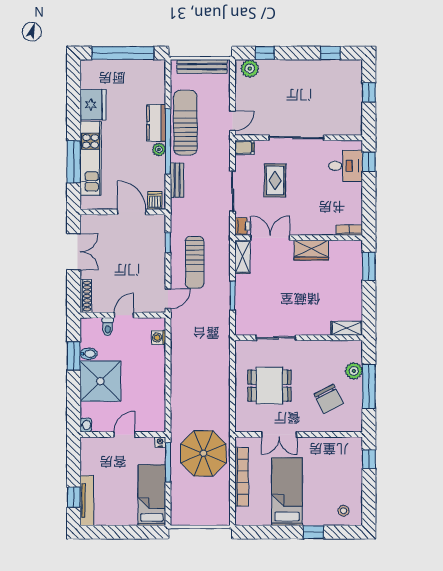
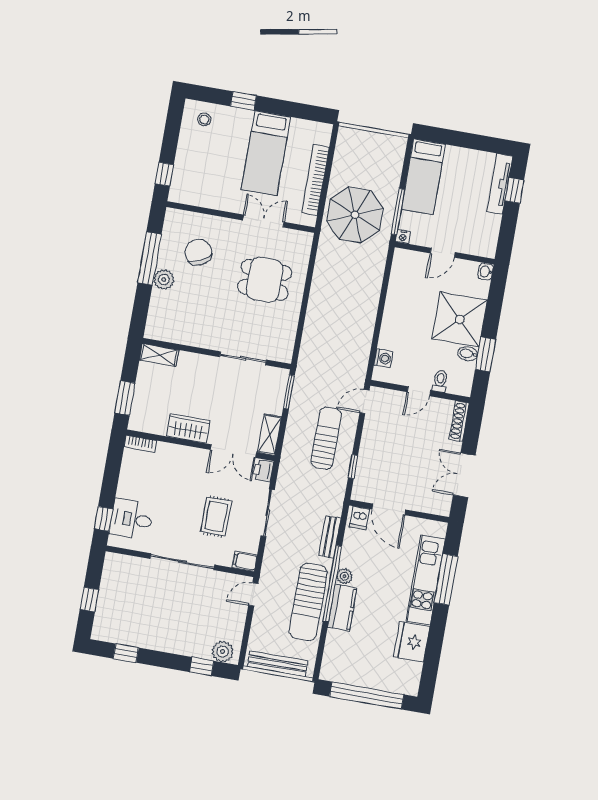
shelving: (347, 328) -> (159, 355), moved
sliding door: (276, 338) -> (243, 358), moved
wall: (299, 338) -> (217, 354), moved

